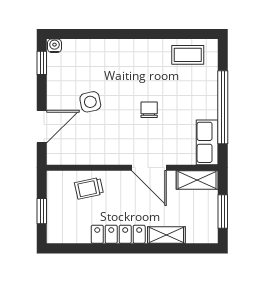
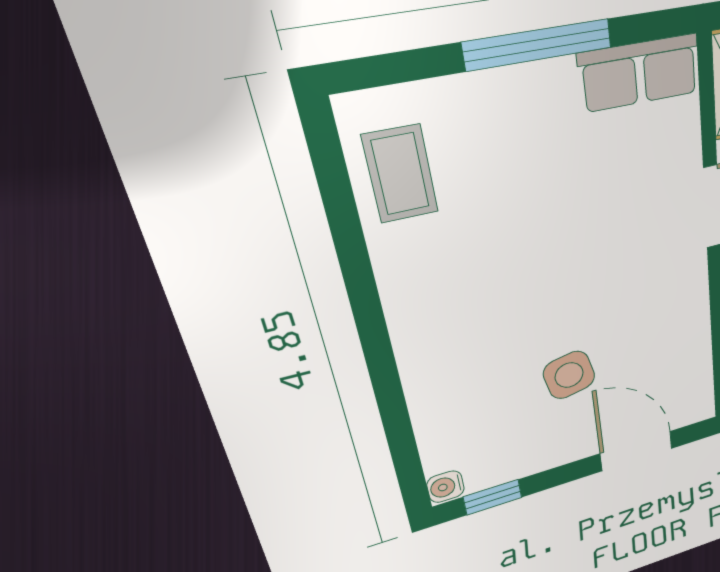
window: (223, 107) -> (538, 45), width x0.68
chair: (149, 110) -> (571, 240), removed

